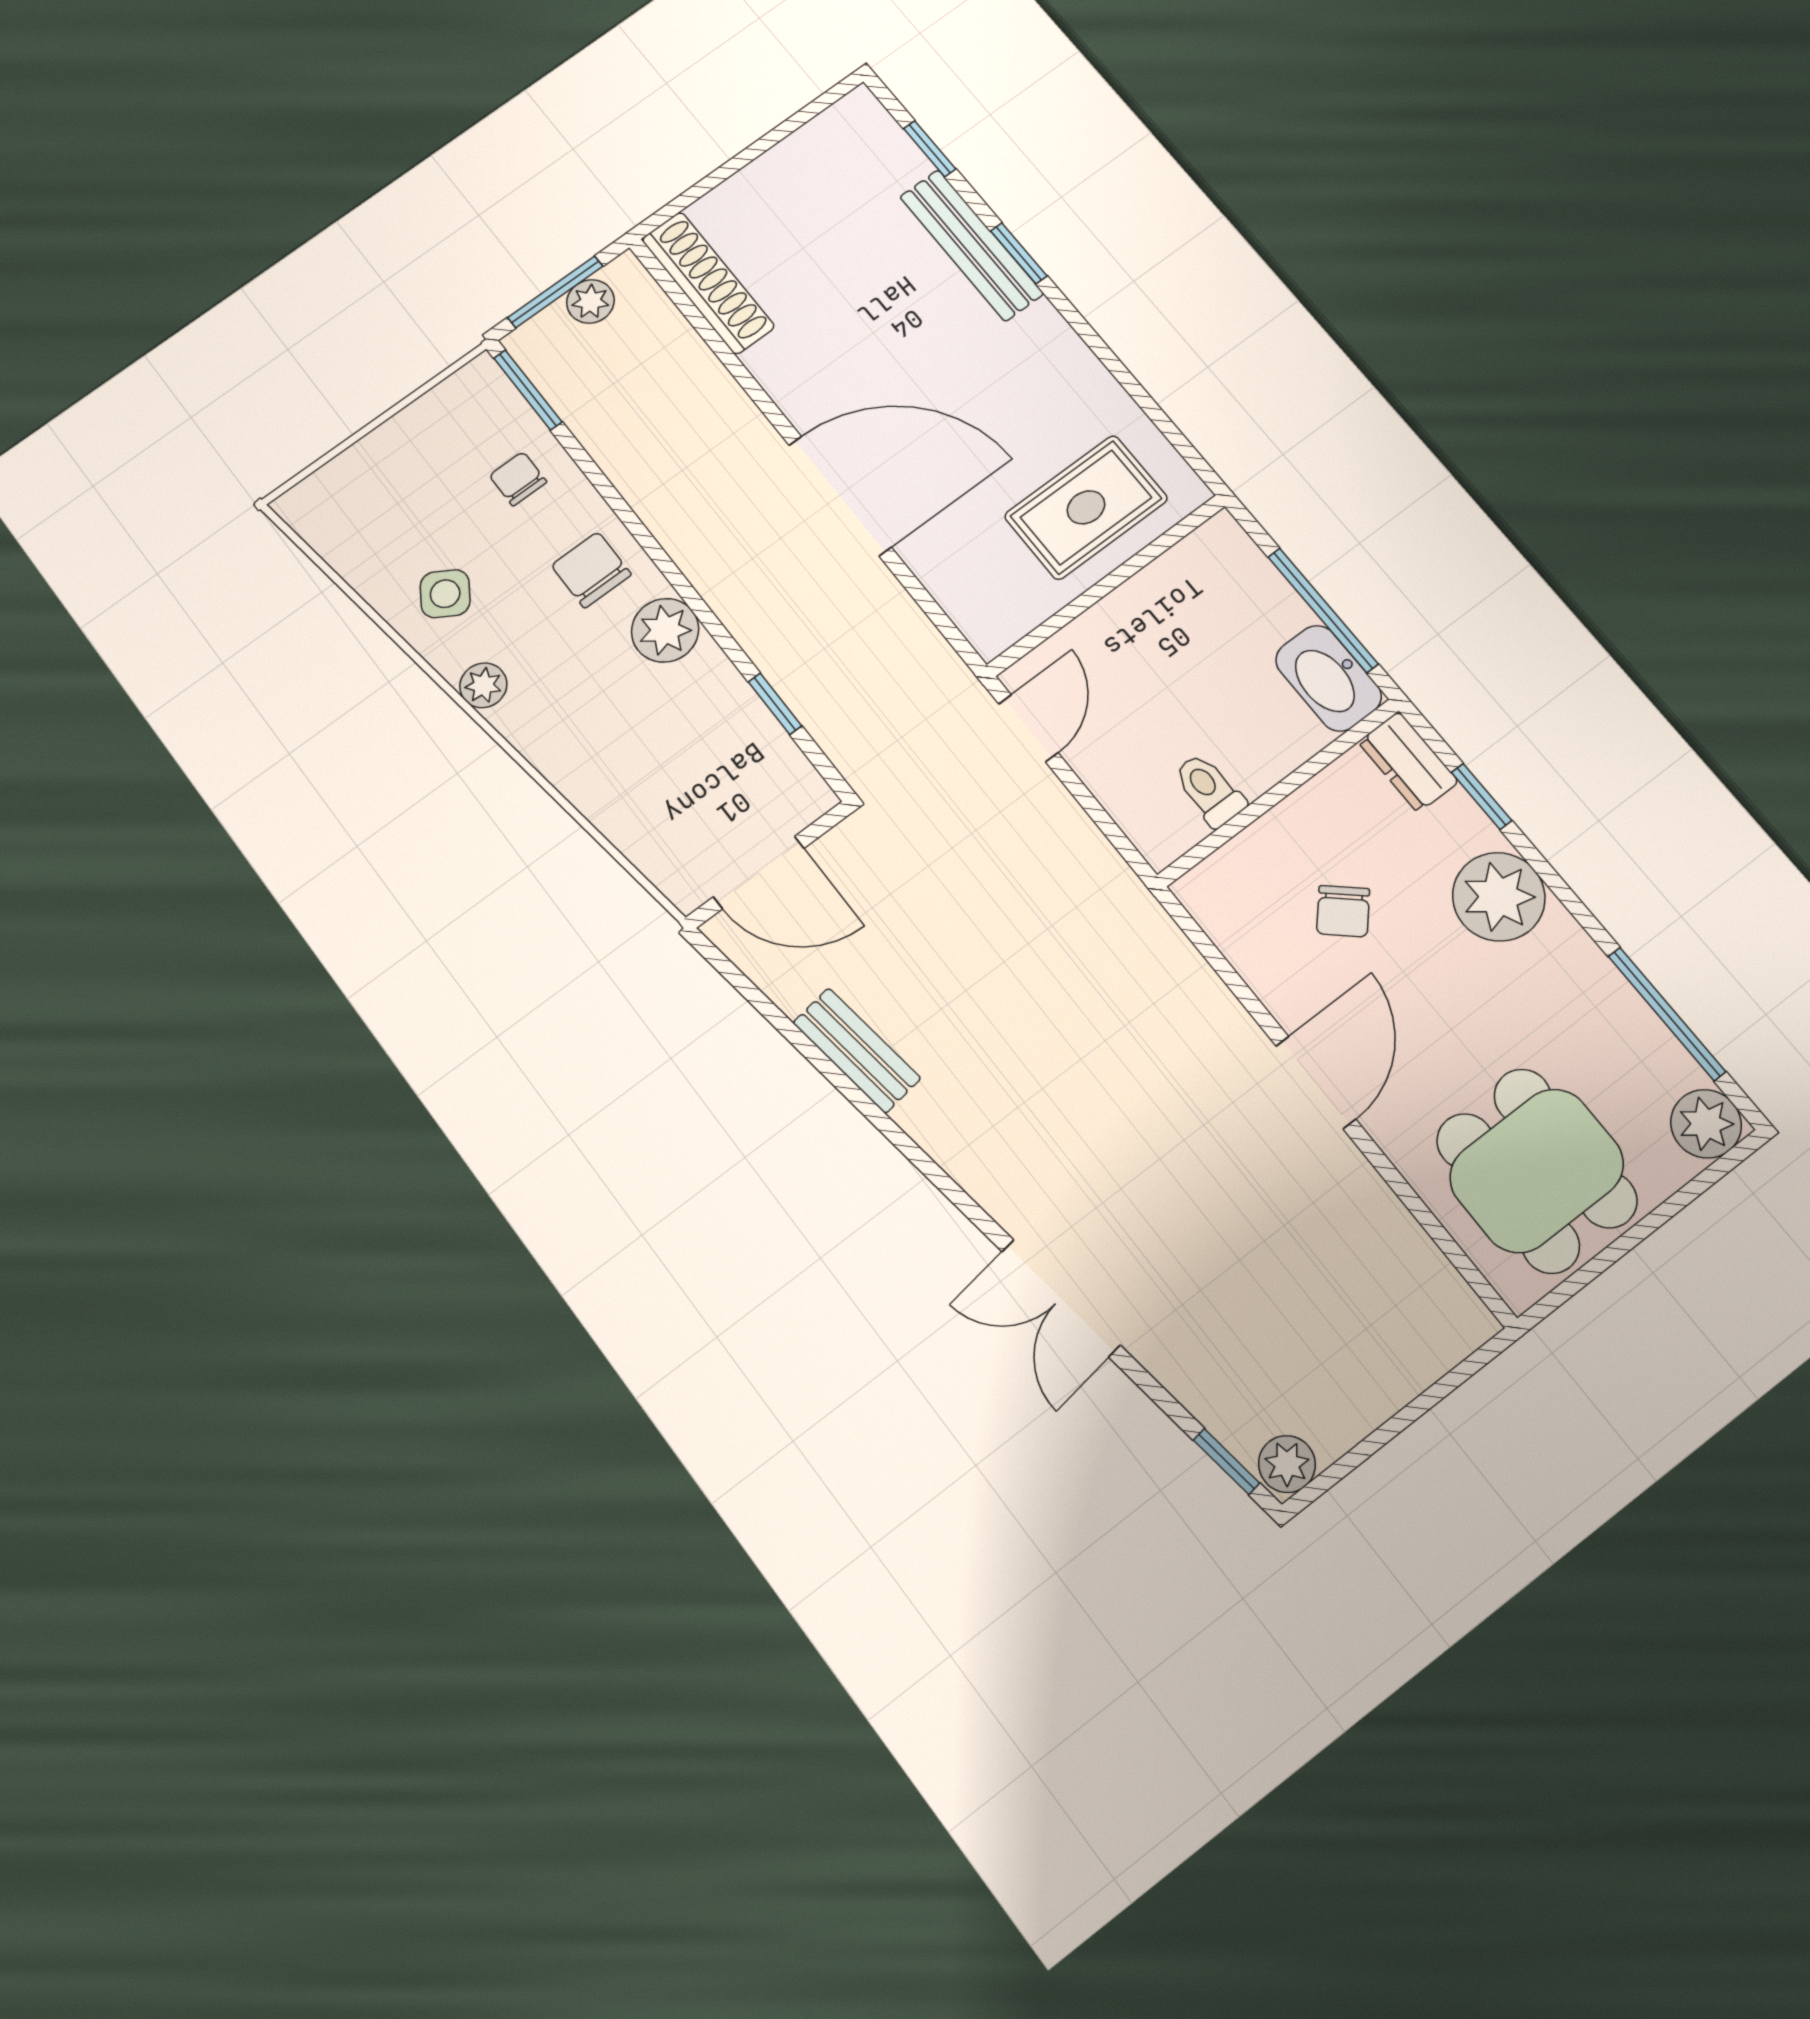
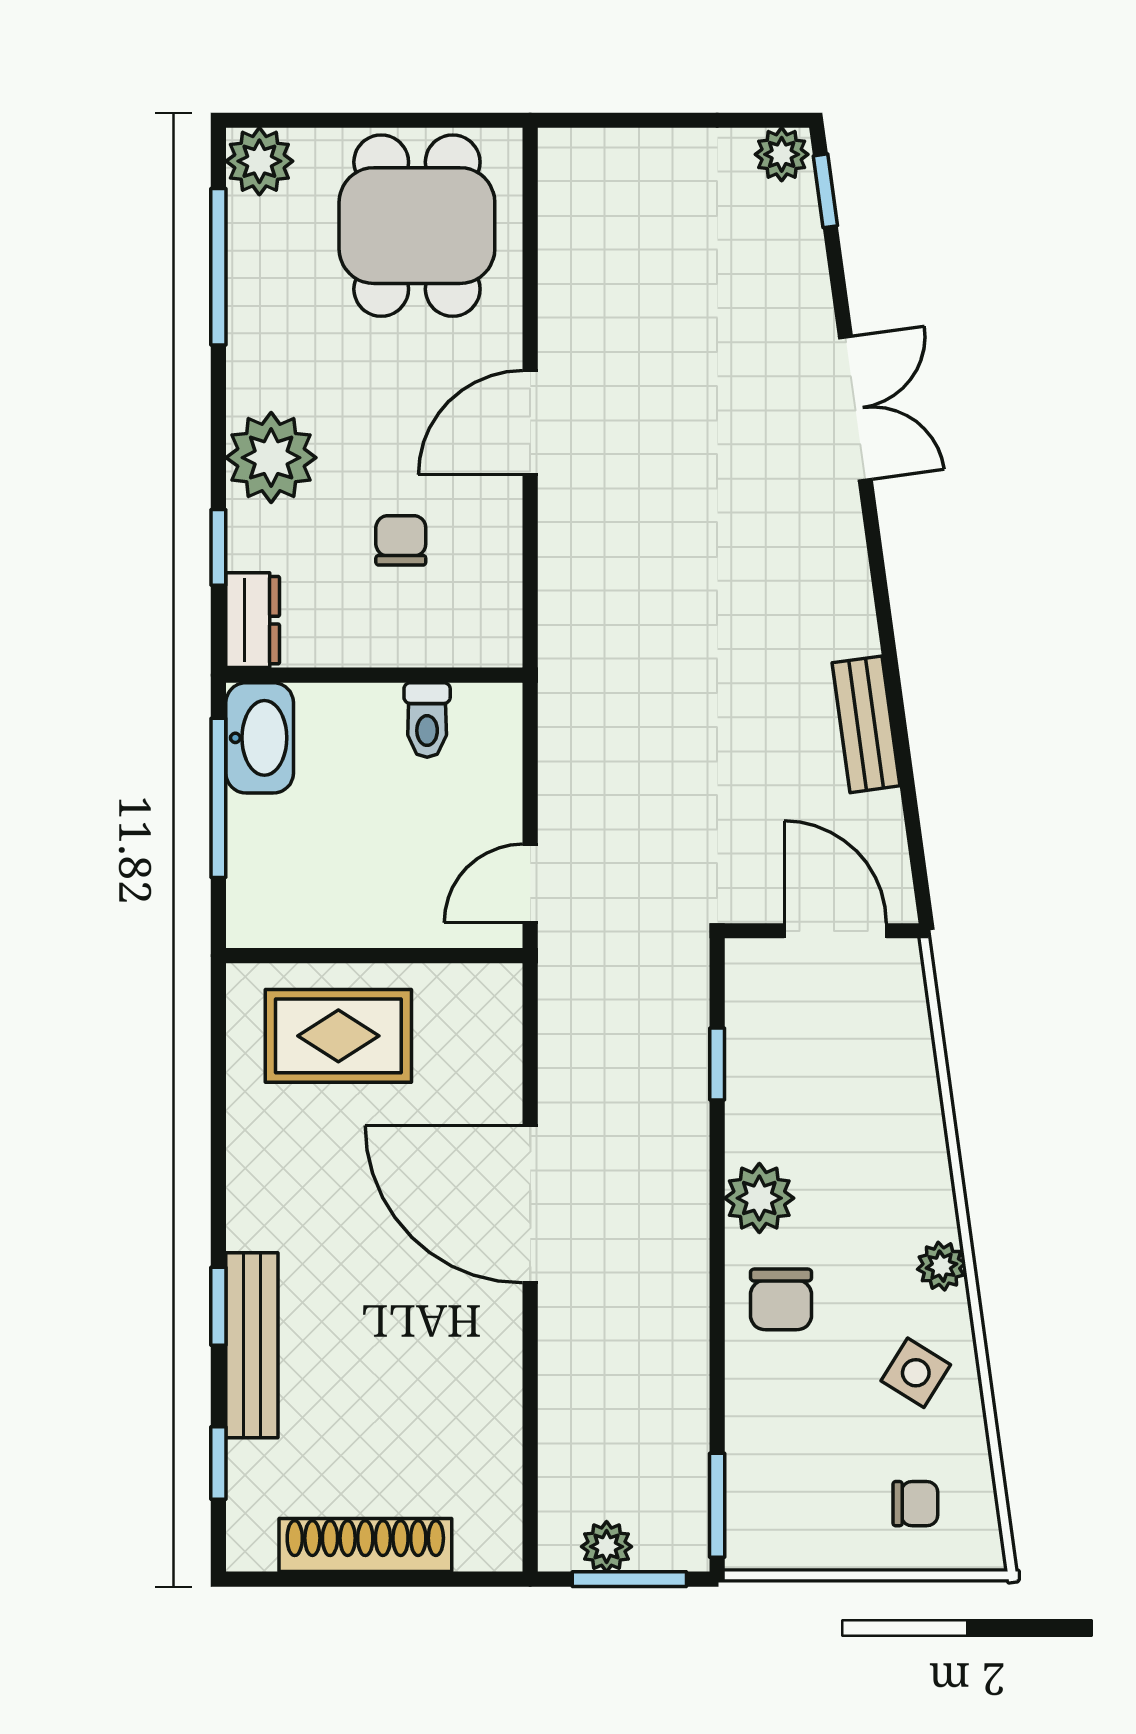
shoe rack: (708, 283) -> (365, 1545), moved, turned 90
chair: (518, 479) -> (915, 1504), moved, turned -90
chair: (1343, 911) -> (401, 540), turned -42

